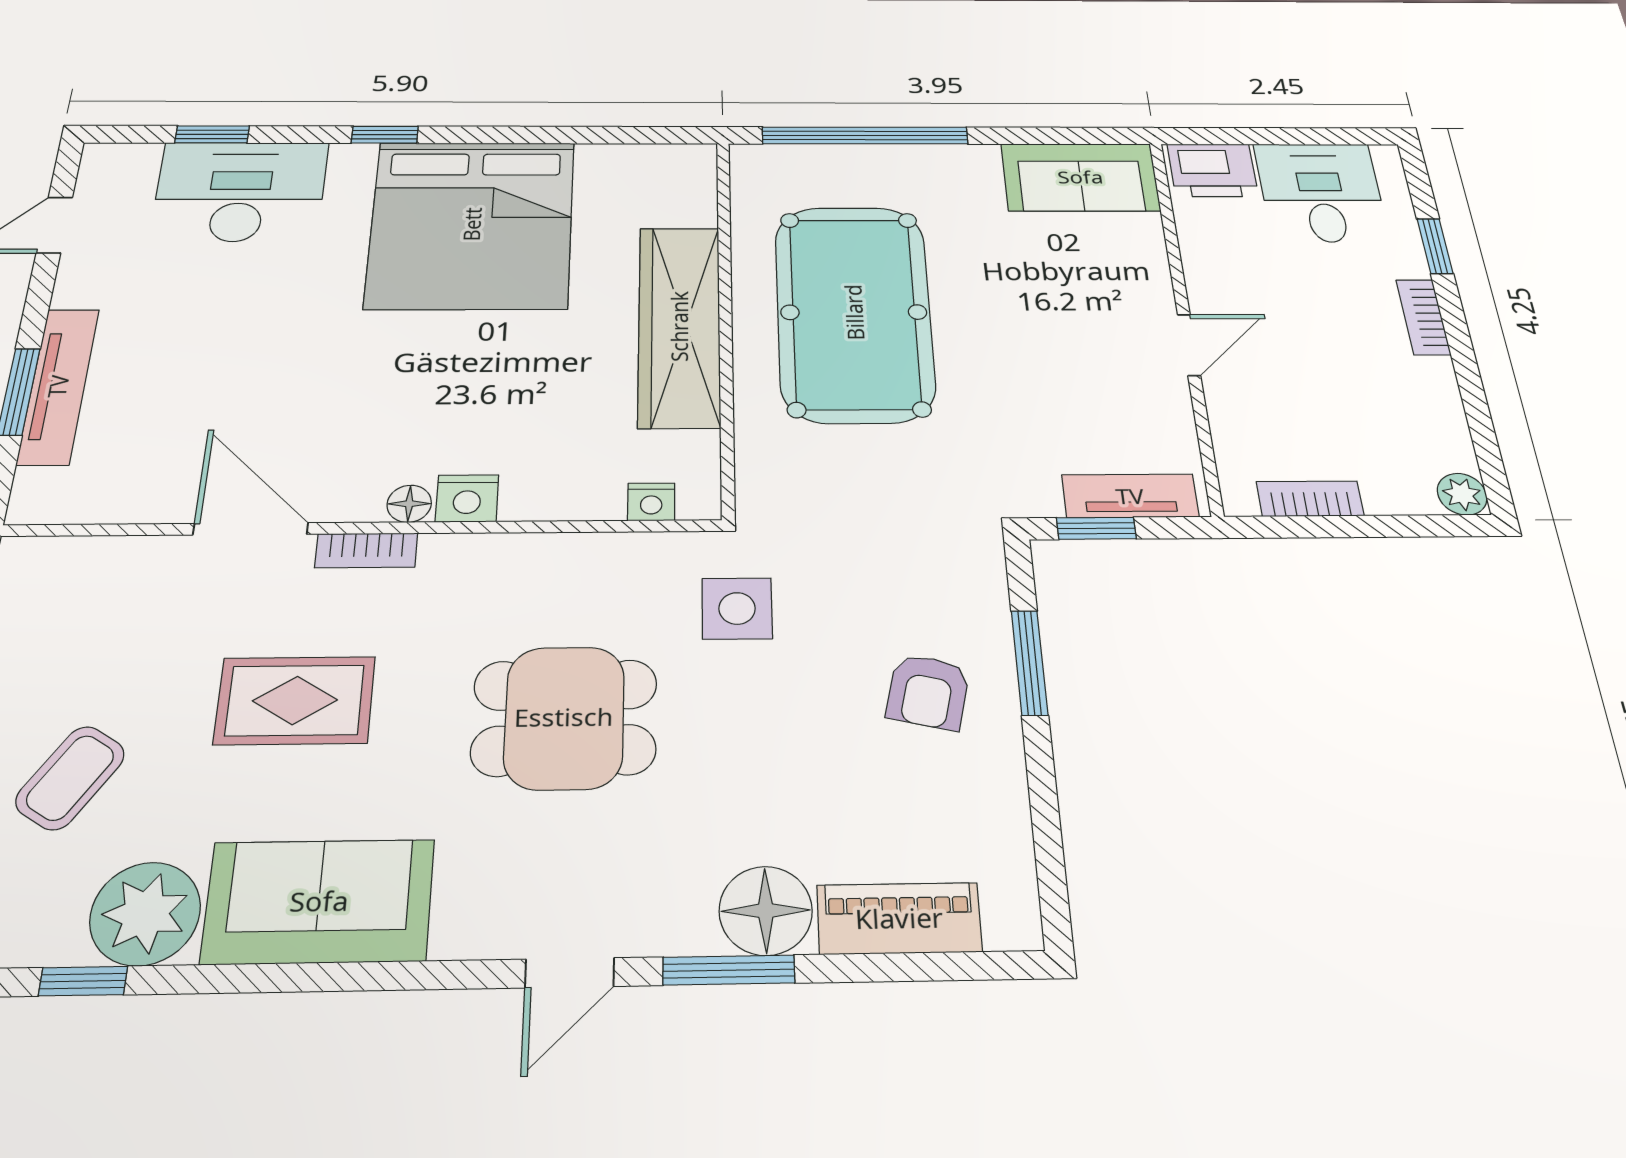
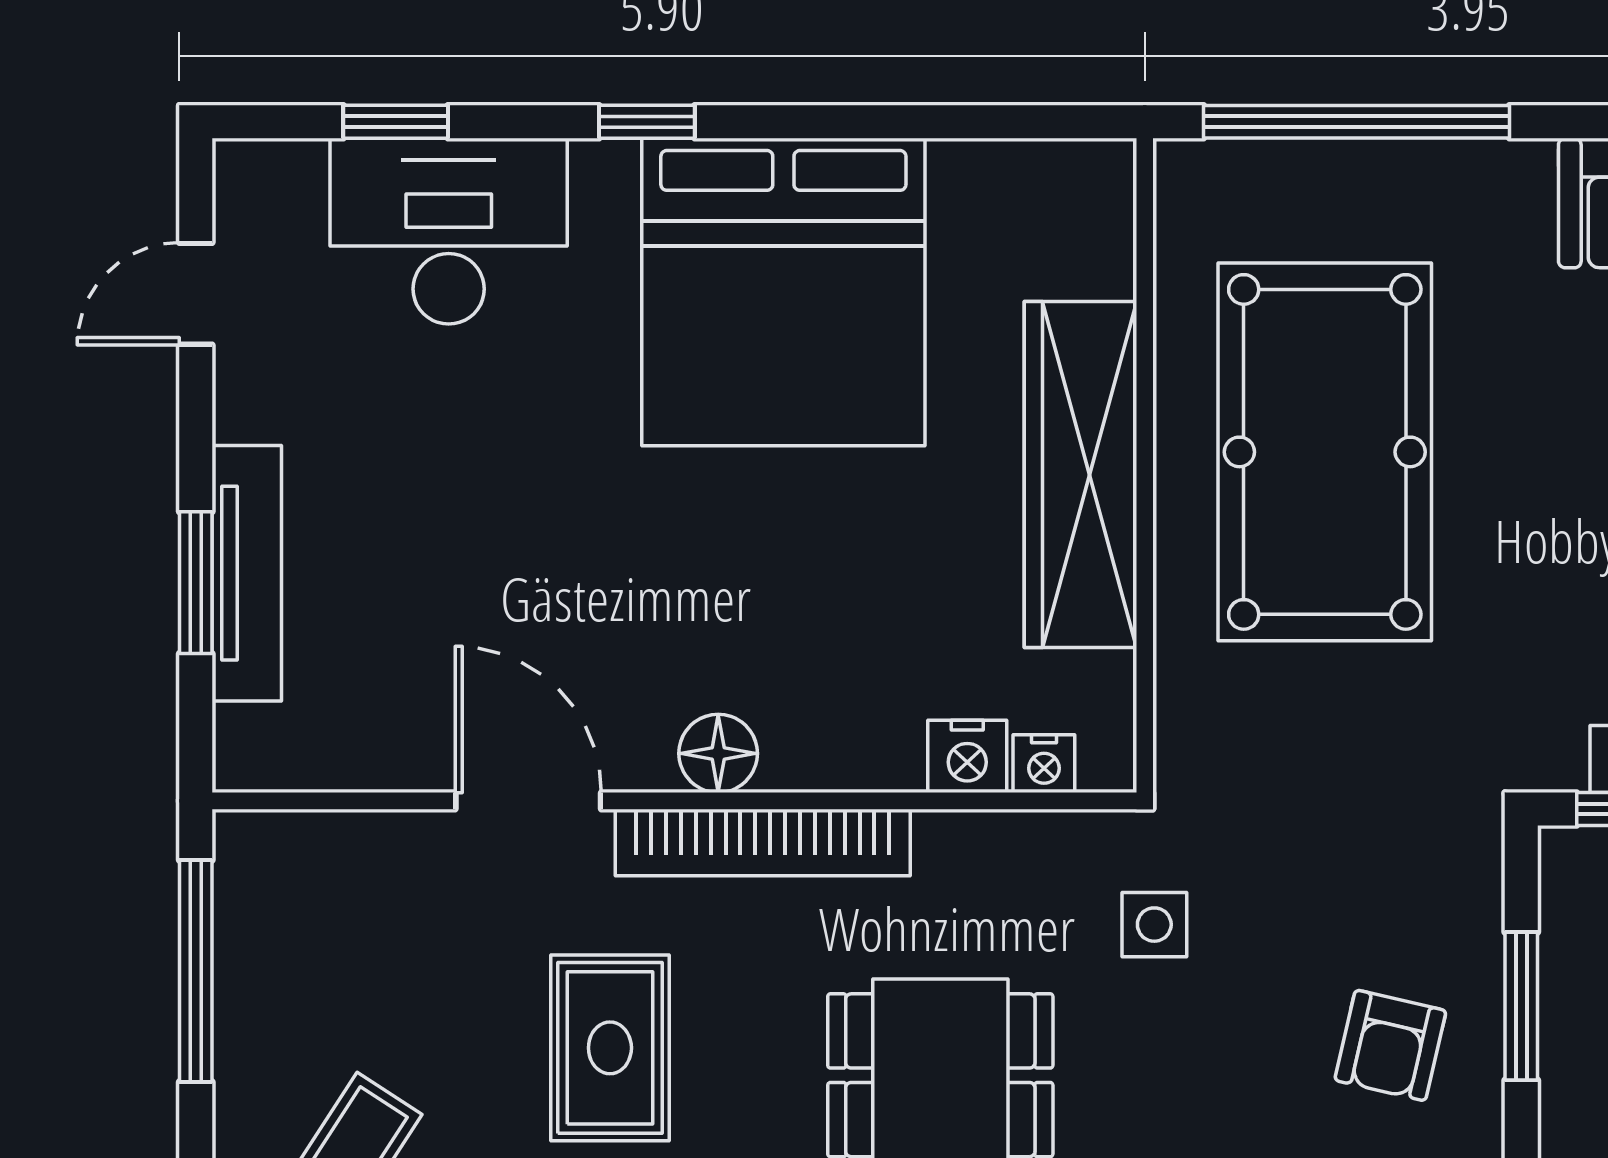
nightstand: (467, 498) -> (967, 756), moved
floor lamp: (409, 504) -> (718, 753), width x1.37, depth x1.37
bookcase: (366, 550) -> (763, 842), width x2.31, depth x1.31
side table: (737, 608) -> (1154, 925), width x0.73, depth x0.73
rug: (295, 700) -> (610, 1048), turned 90

